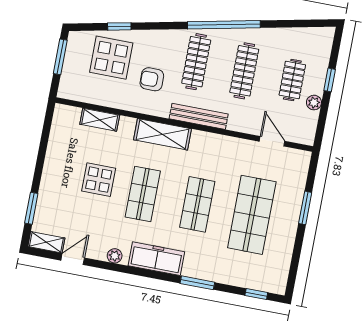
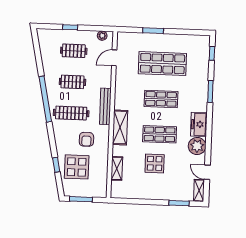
clothes rail: (244, 71) -> (72, 82), width x0.73
plant: (314, 103) -> (102, 36), moved
plant: (115, 256) -> (197, 146), width x1.87, depth x1.87
freezer: (156, 259) -> (199, 124), width x0.71

